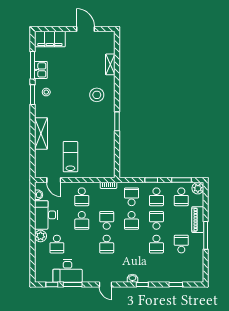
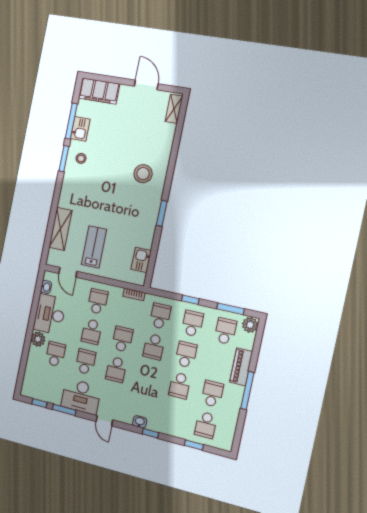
shelving: (110, 64) -> (174, 109), moved
shelving: (41, 133) -> (60, 229), moved
kitchen sink: (109, 159) -> (141, 260), added
school desk: (82, 197) -> (98, 301), turned 180
school desk: (156, 197) -> (192, 323), turned 180
school desk: (181, 197) -> (225, 331), turned 180
school desk: (57, 244) -> (55, 354), turned 180
school desk: (82, 244) -> (85, 362), added
school desk: (181, 268) -> (206, 425), added
desk: (68, 271) -> (81, 396), moved

